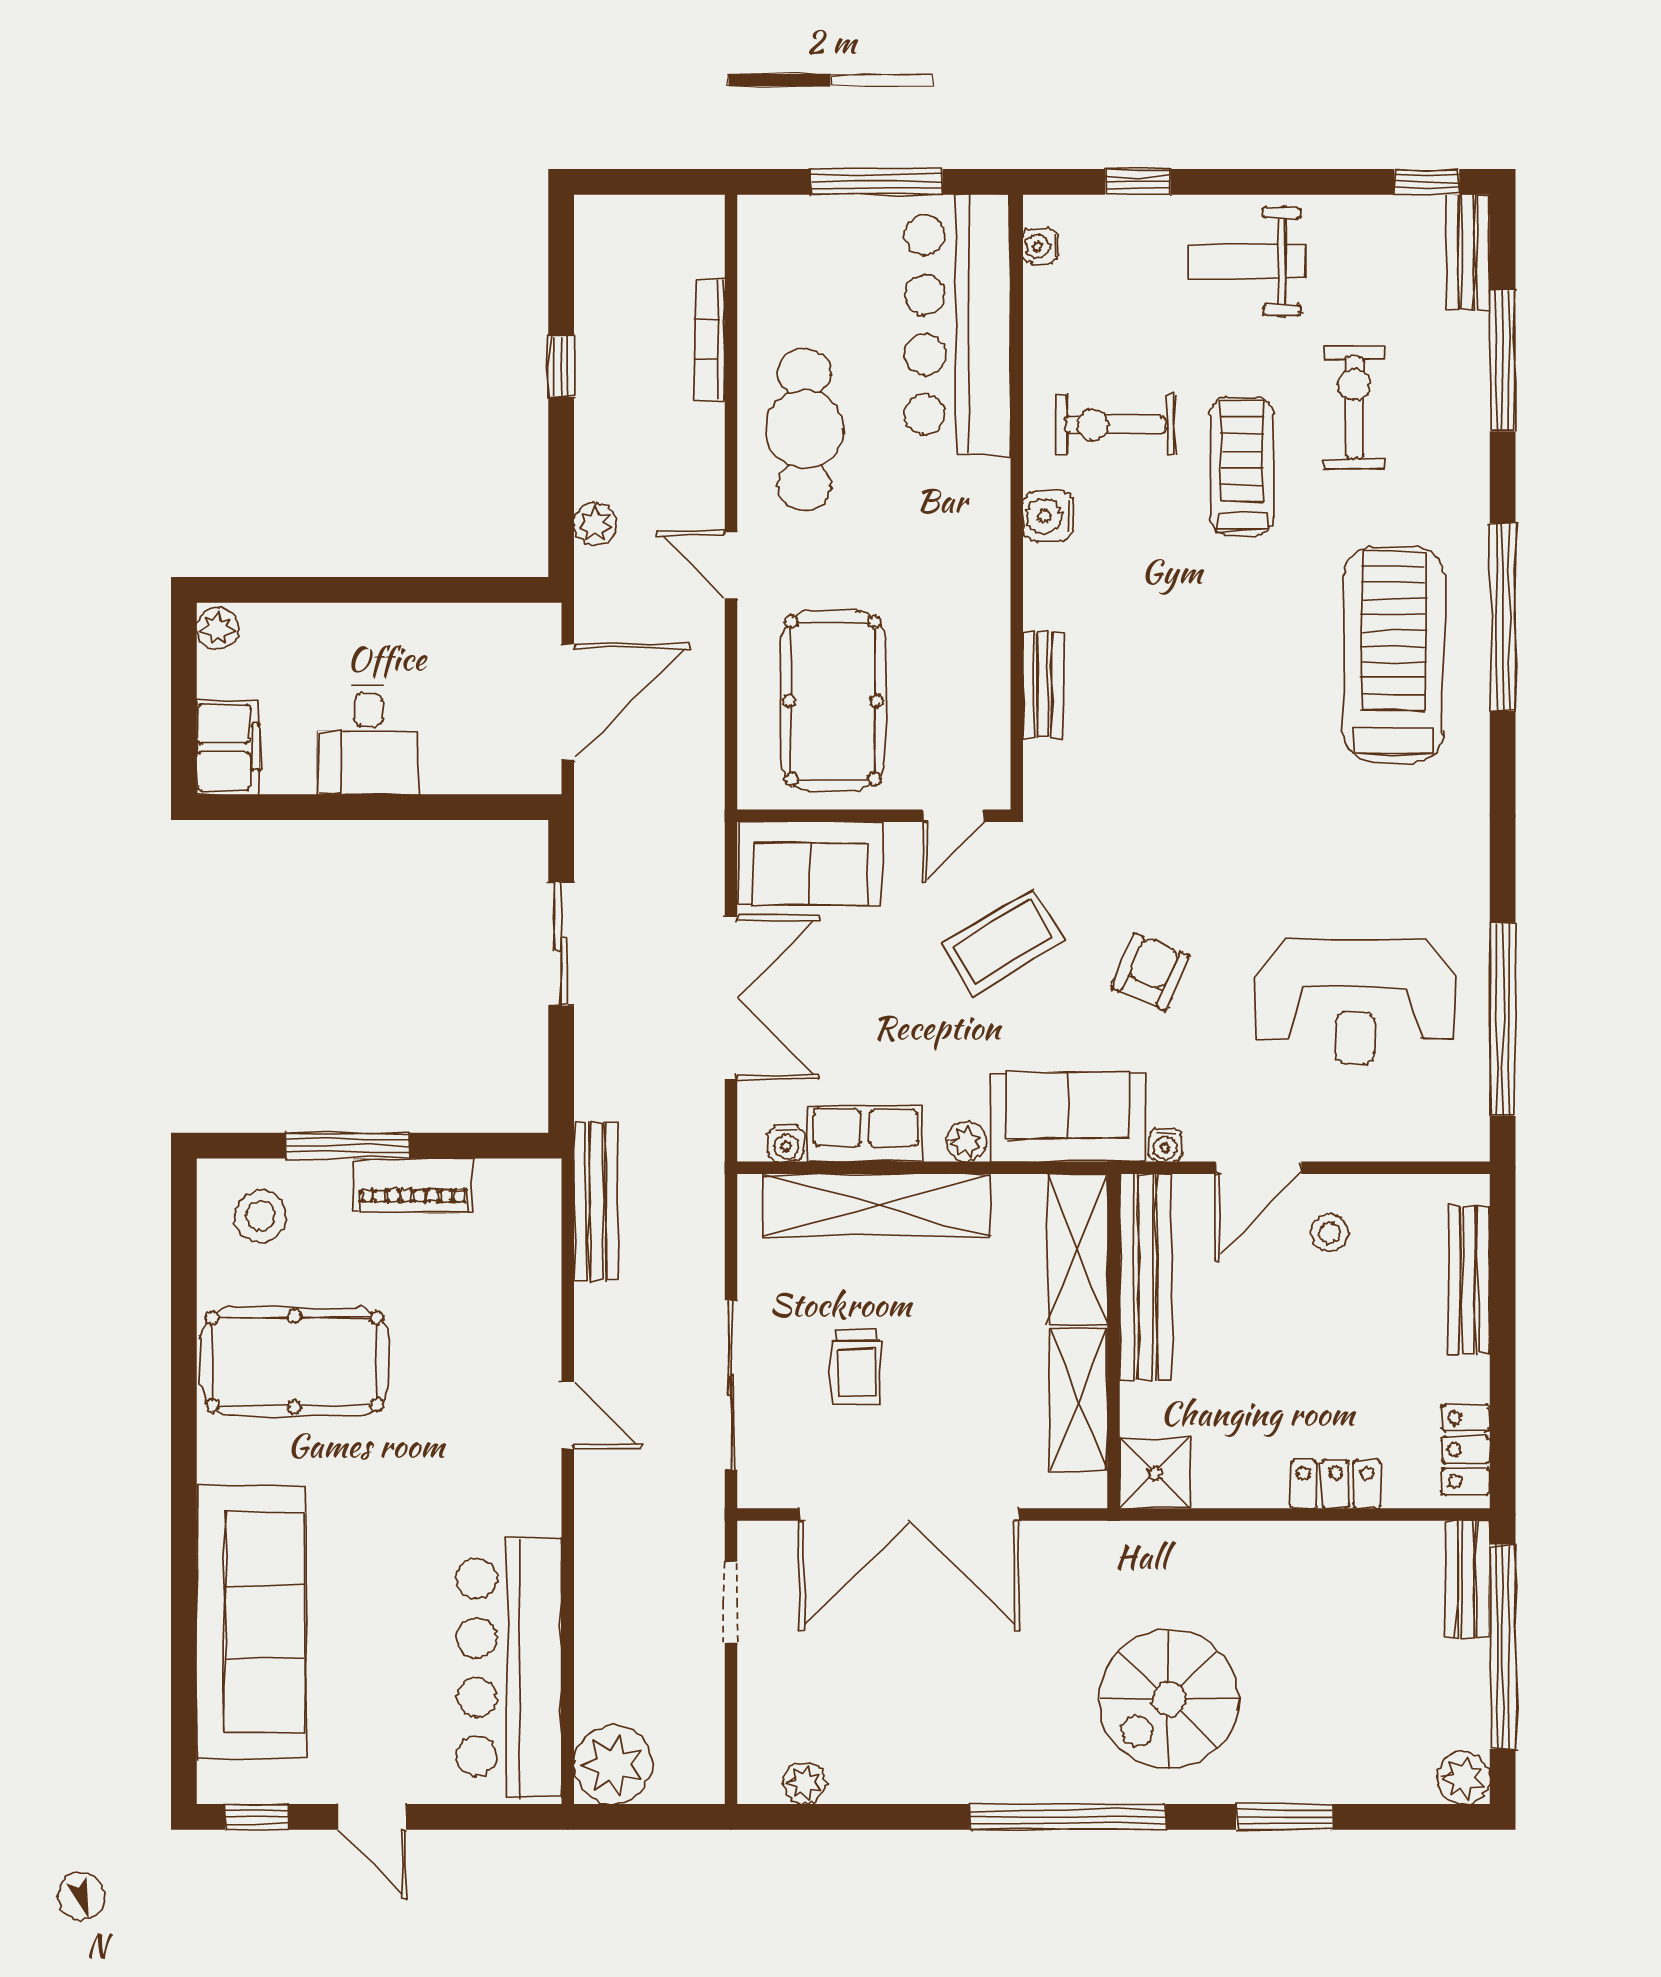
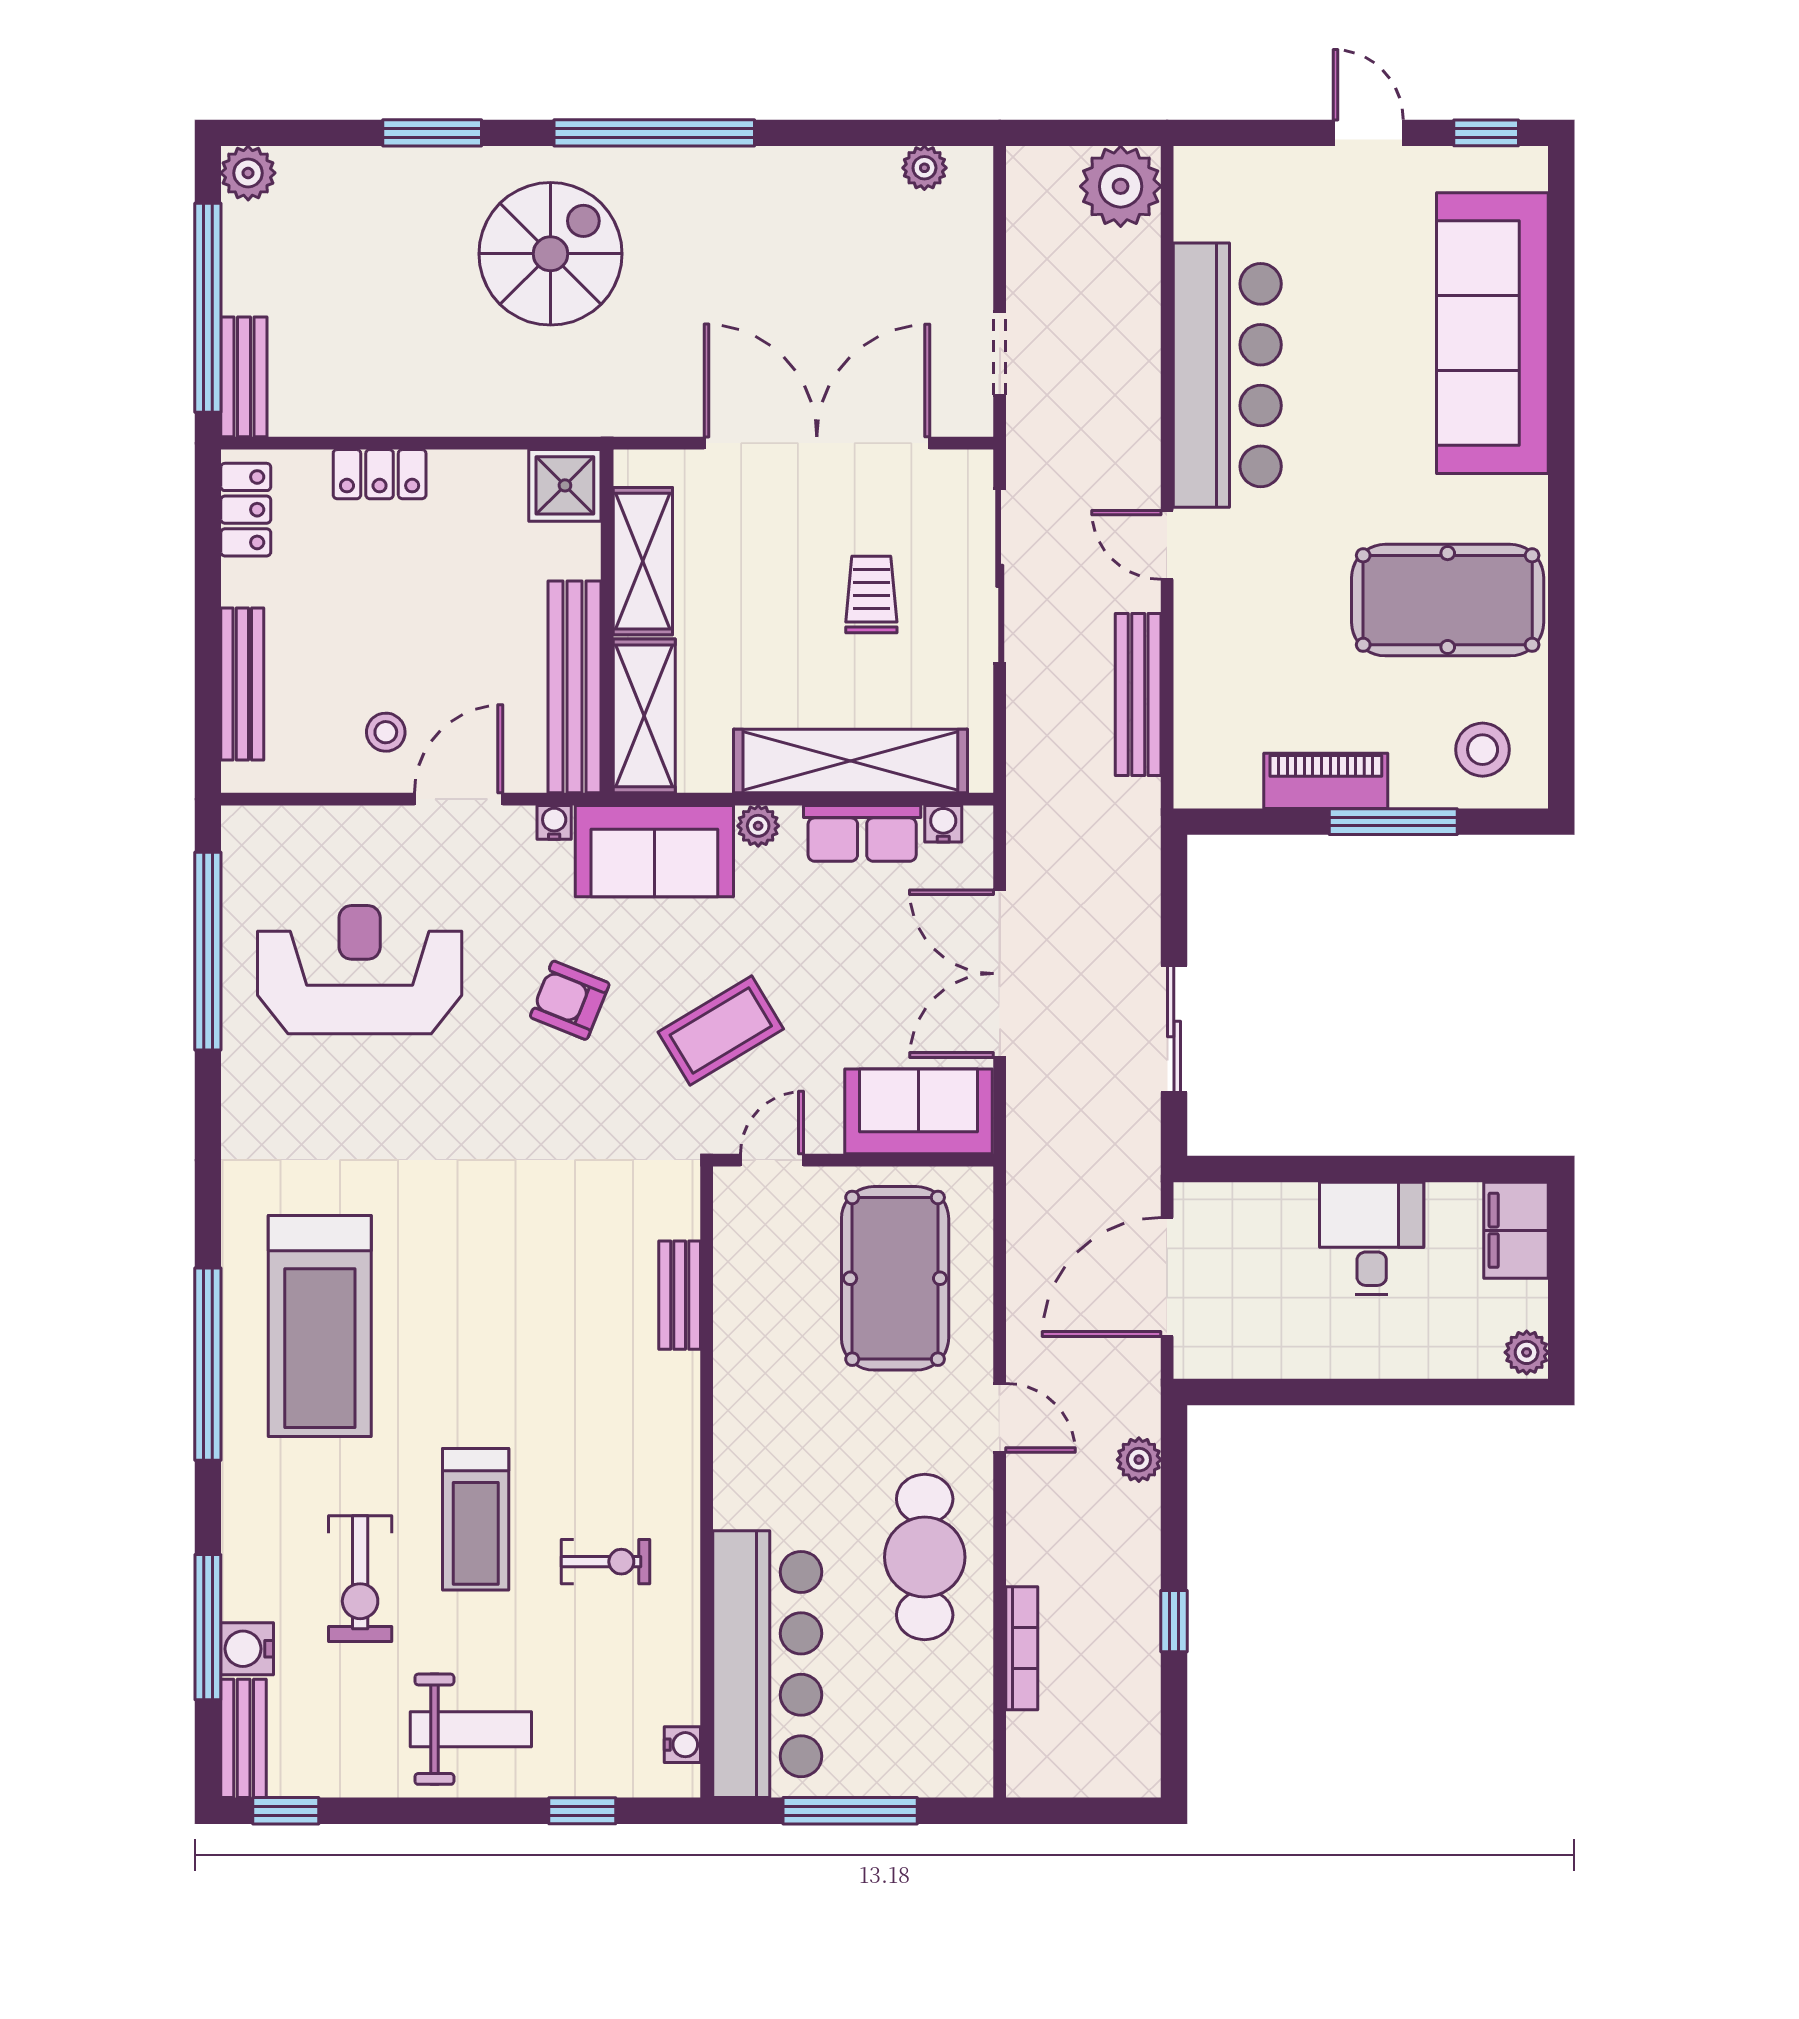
exercise bike: (1115, 425) -> (605, 1562), width x0.73, depth x0.72
water cooler: (1048, 516) -> (247, 1649), moved, turned 180
armchair: (1150, 972) -> (570, 1000), turned 89
bench: (596, 1202) -> (1138, 694), moved
bar counter: (509, 1667) -> (1227, 375), moved

